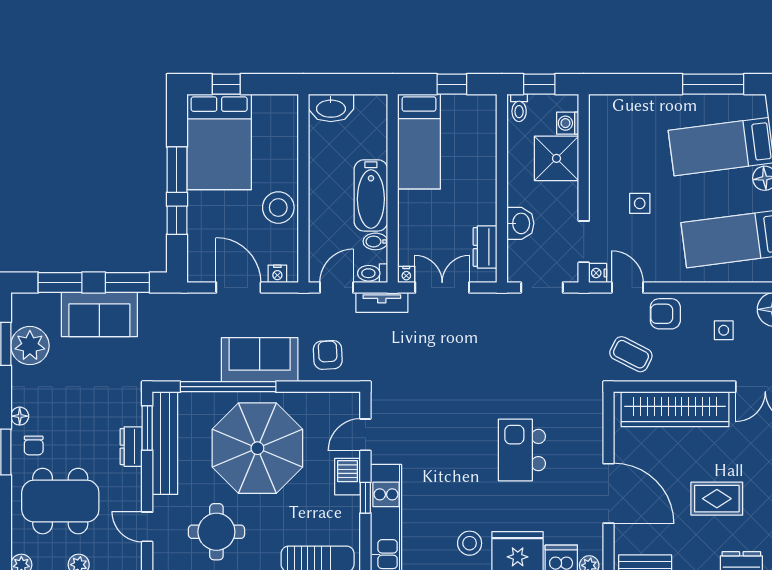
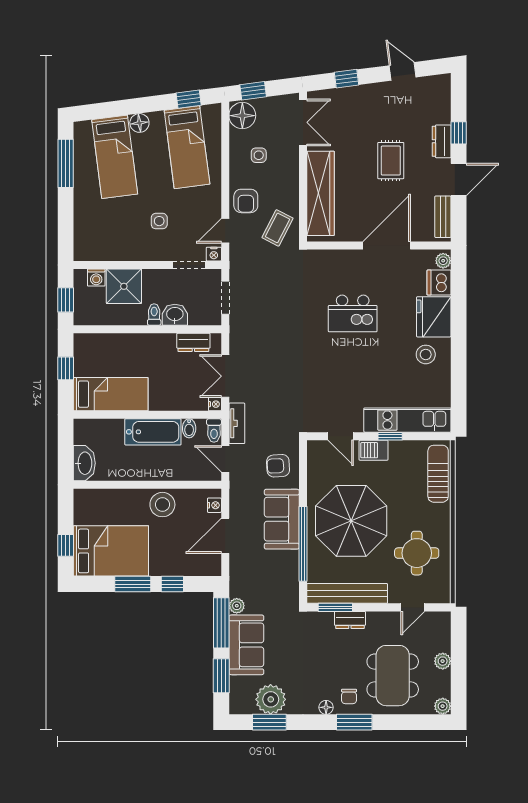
toilet: (519, 108) -> (154, 315), moved, turned -90
window: (127, 283) -> (221, 623), width x1.44
plant: (149, 302) -> (237, 606), added
chair: (34, 445) -> (349, 696), turned 90

